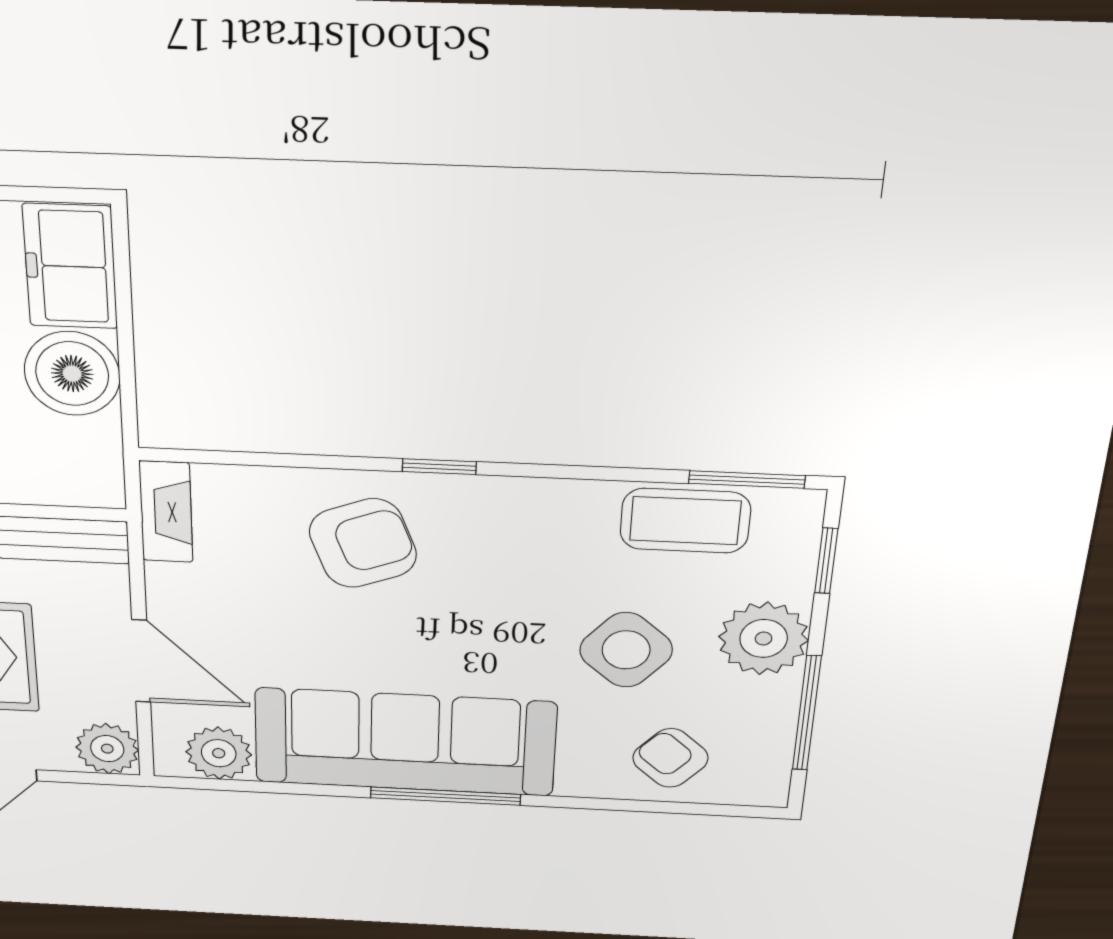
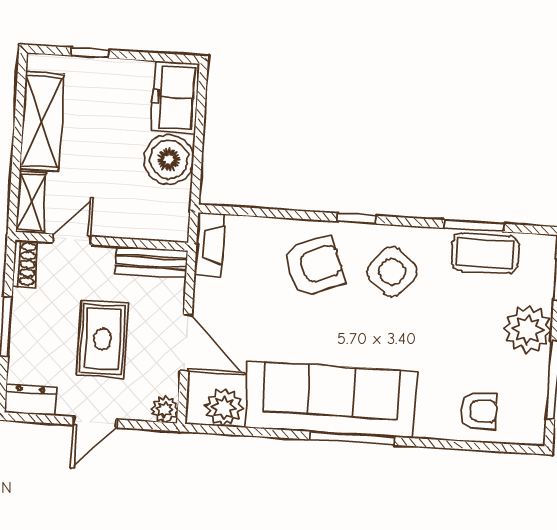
window: (747, 479) -> (474, 226), moved
side table: (626, 650) -> (392, 272), moved
plant: (107, 749) -> (165, 409), width x0.73, depth x0.73
armchair: (670, 758) -> (479, 411), turned 138

